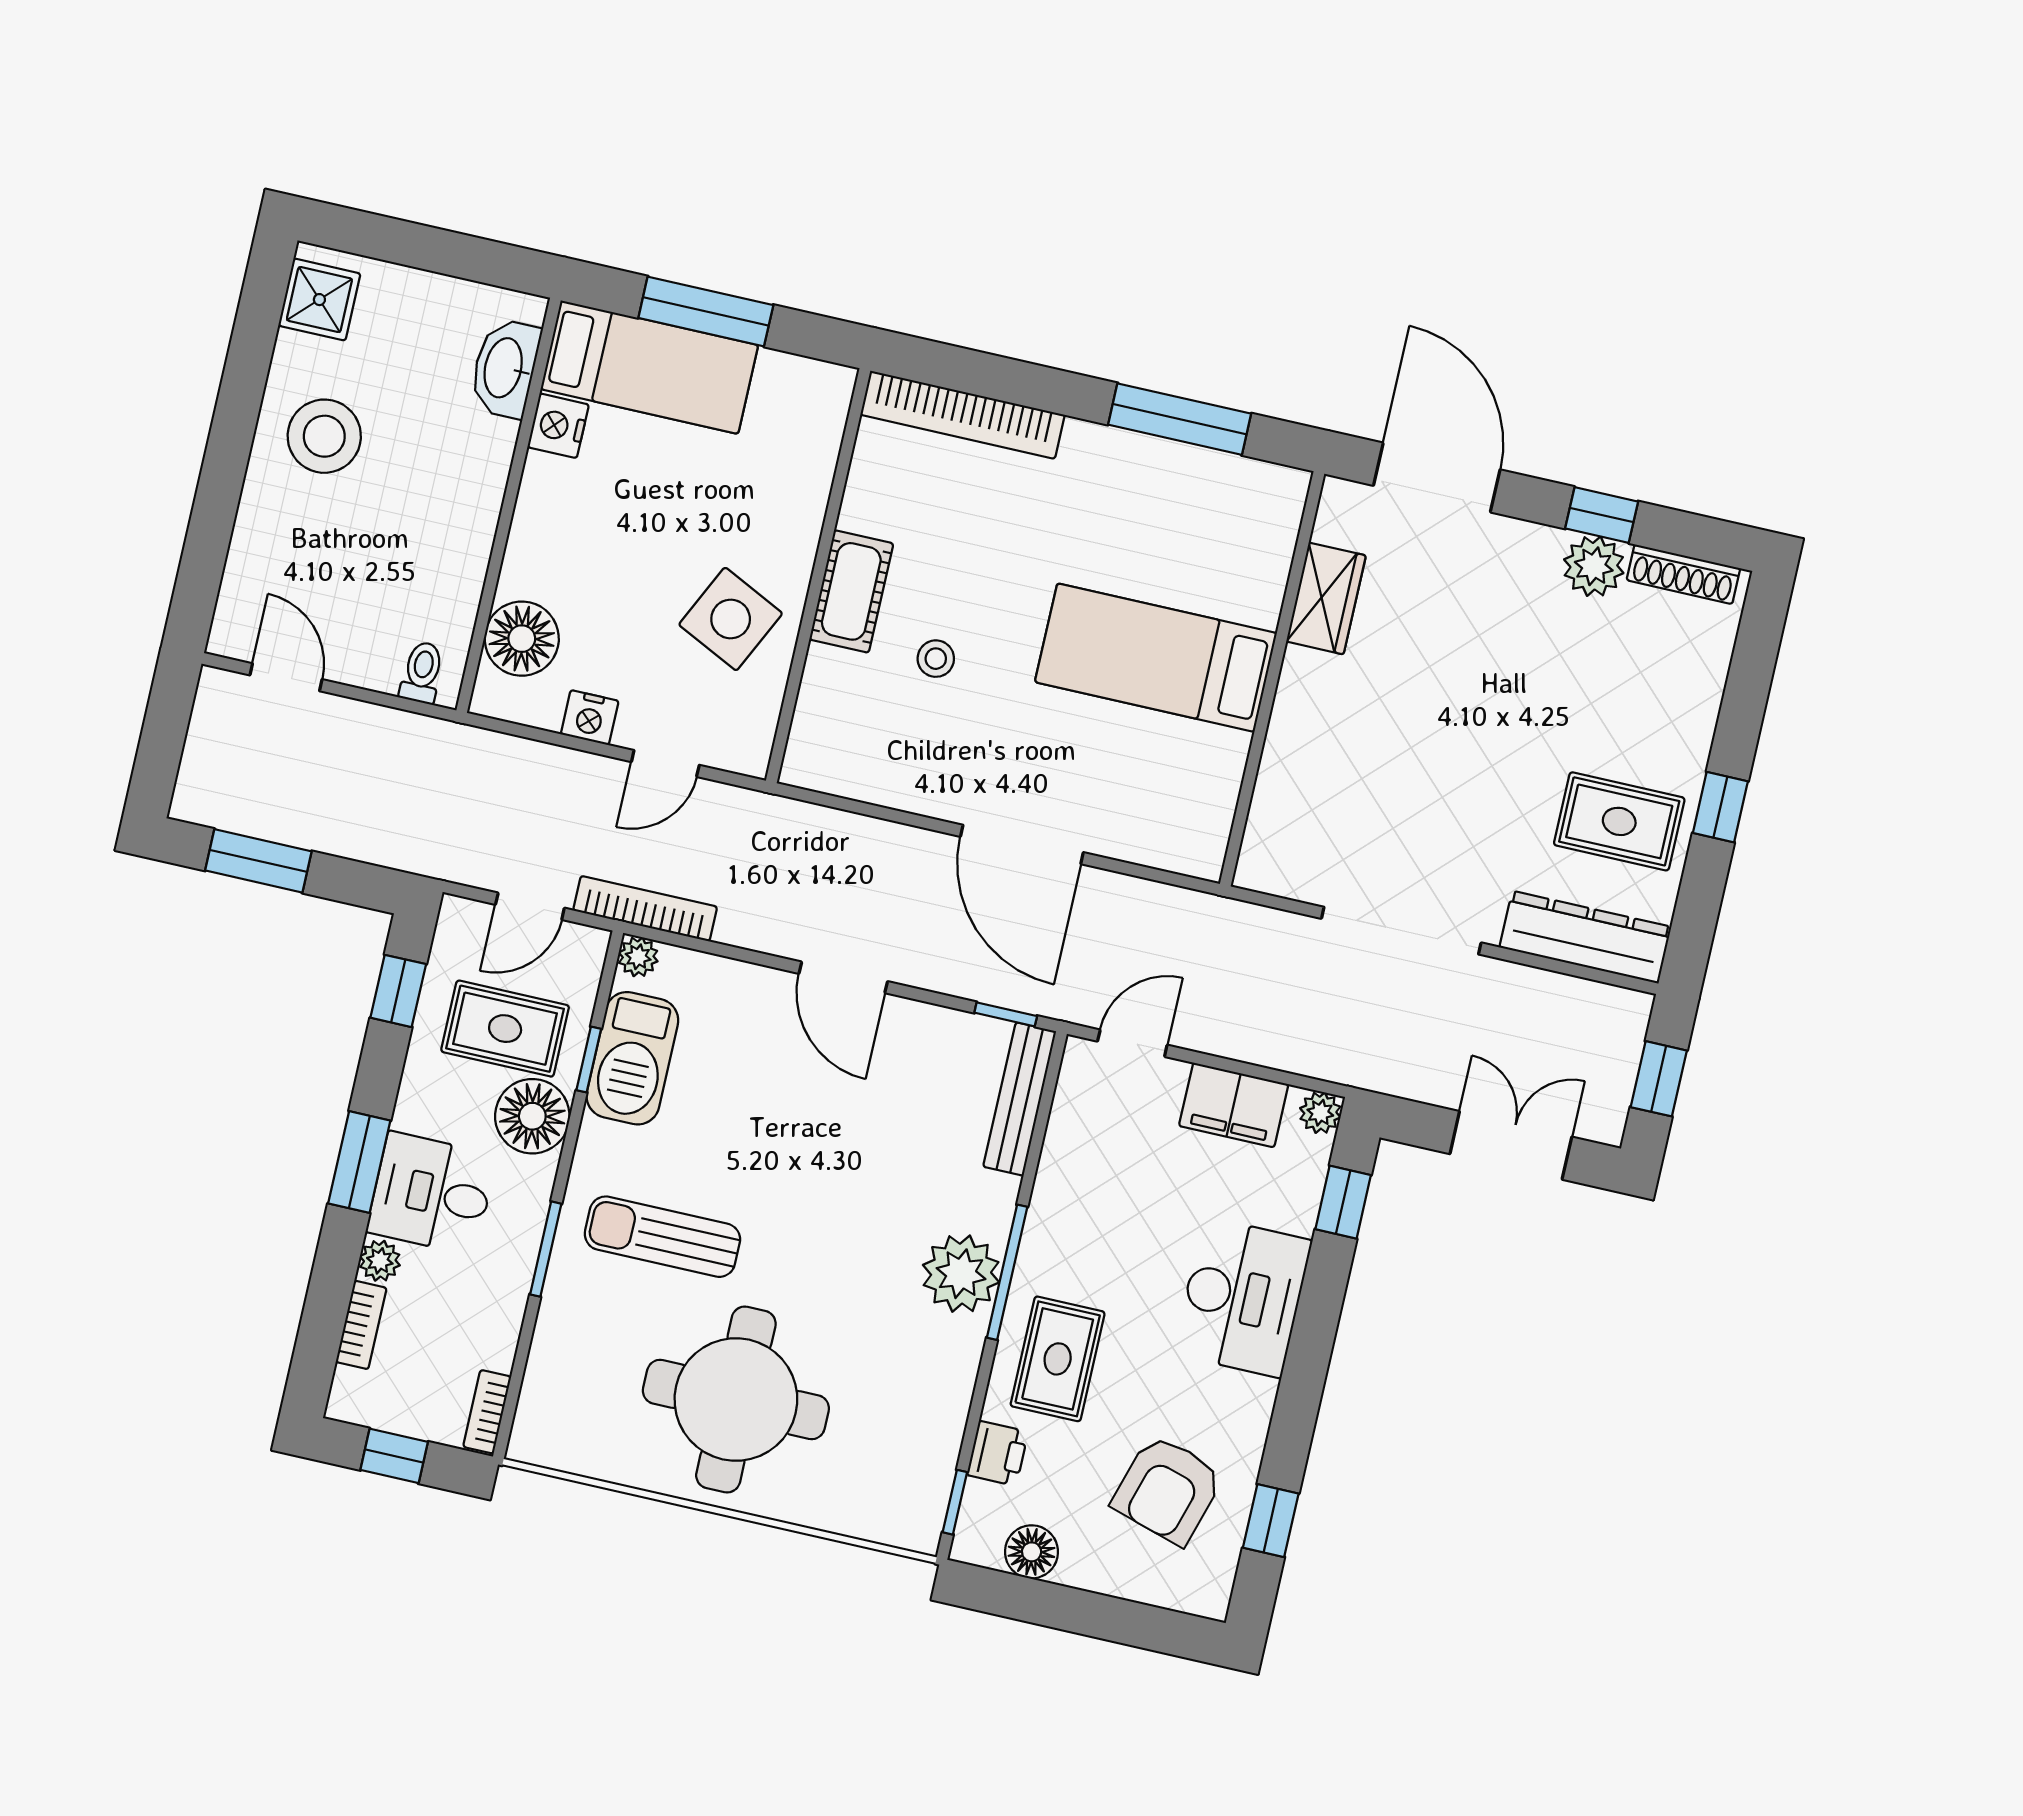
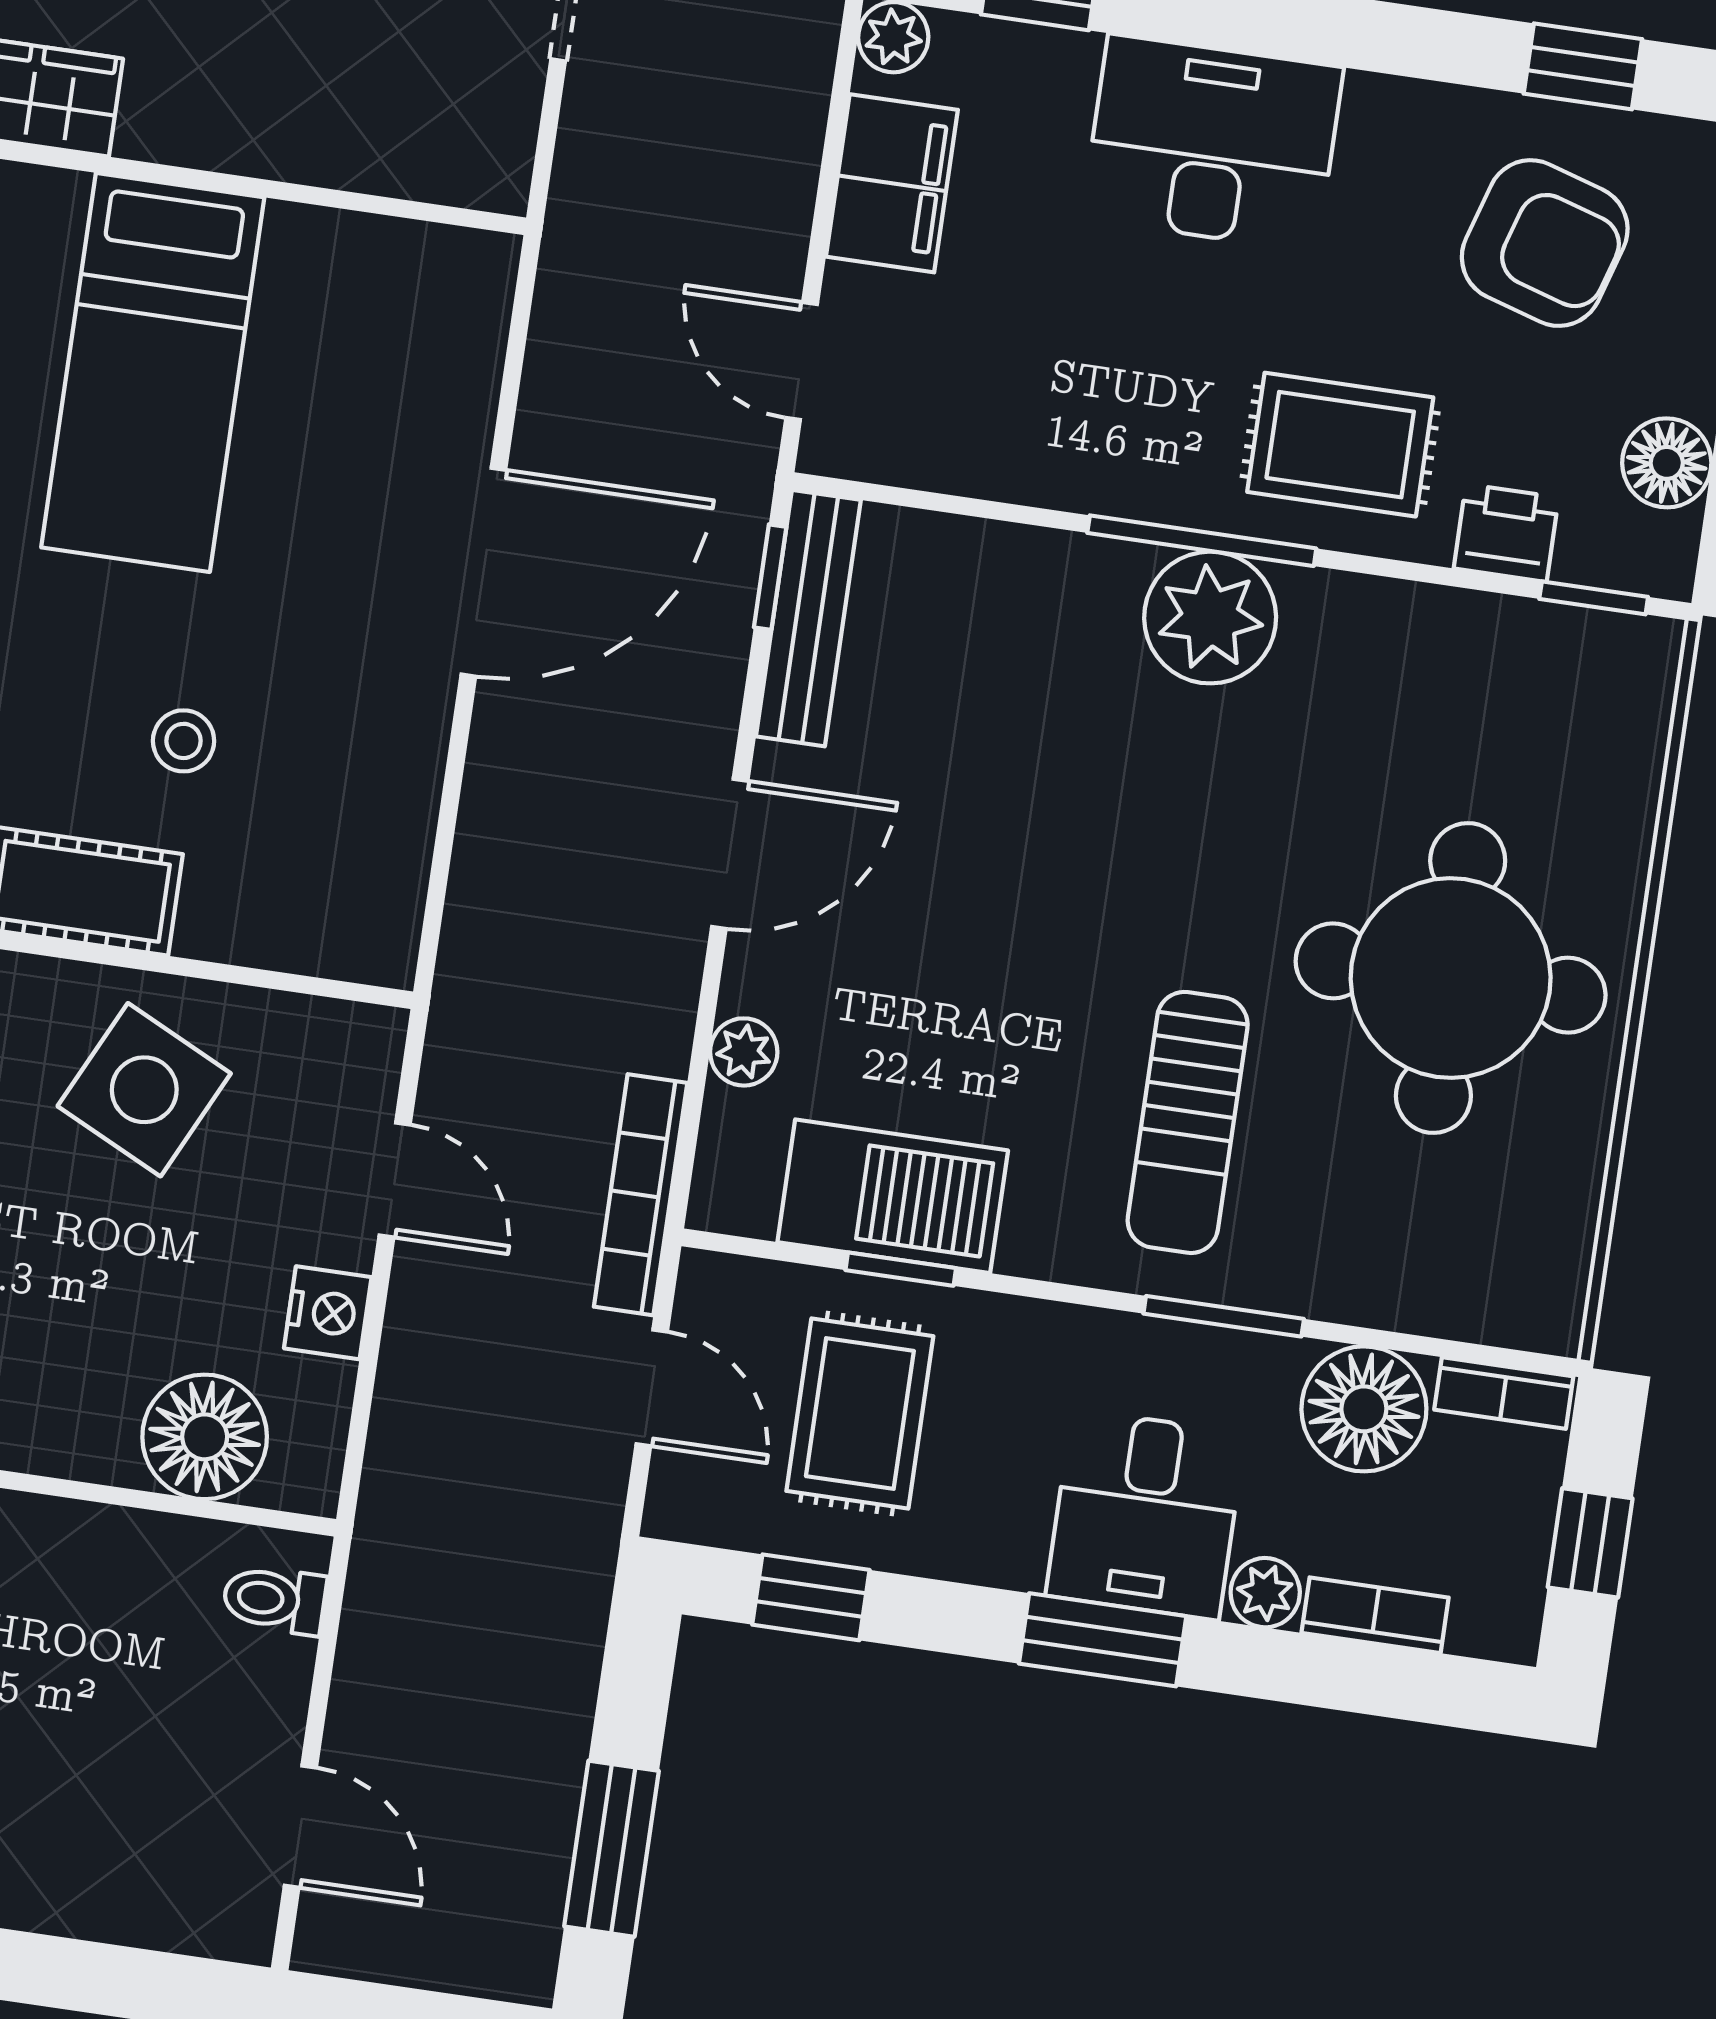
door: (286, 677) -> (300, 1827), swing flipped
plant: (638, 957) -> (744, 1052), moved
bench: (1020, 1099) -> (808, 618), moved, turned 90
floor lamp: (532, 1116) -> (1364, 1409), moved

